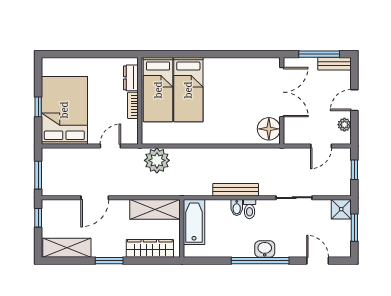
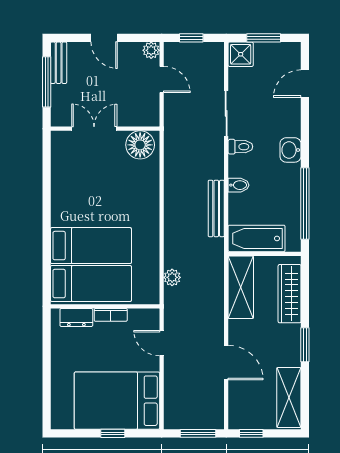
double door: (282, 92) -> (94, 129), width x0.73
plant: (344, 125) -> (151, 50), moved
plant: (157, 160) -> (172, 277), width x0.53, depth x0.53
bench: (236, 190) -> (216, 208), moved
toilet: (250, 209) -> (240, 147), moved
window: (260, 261) -> (305, 203), moved

